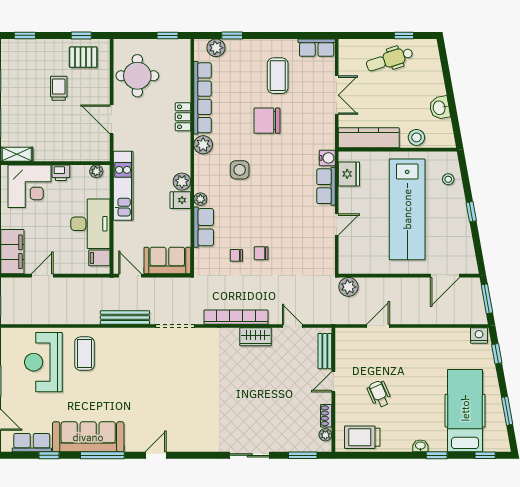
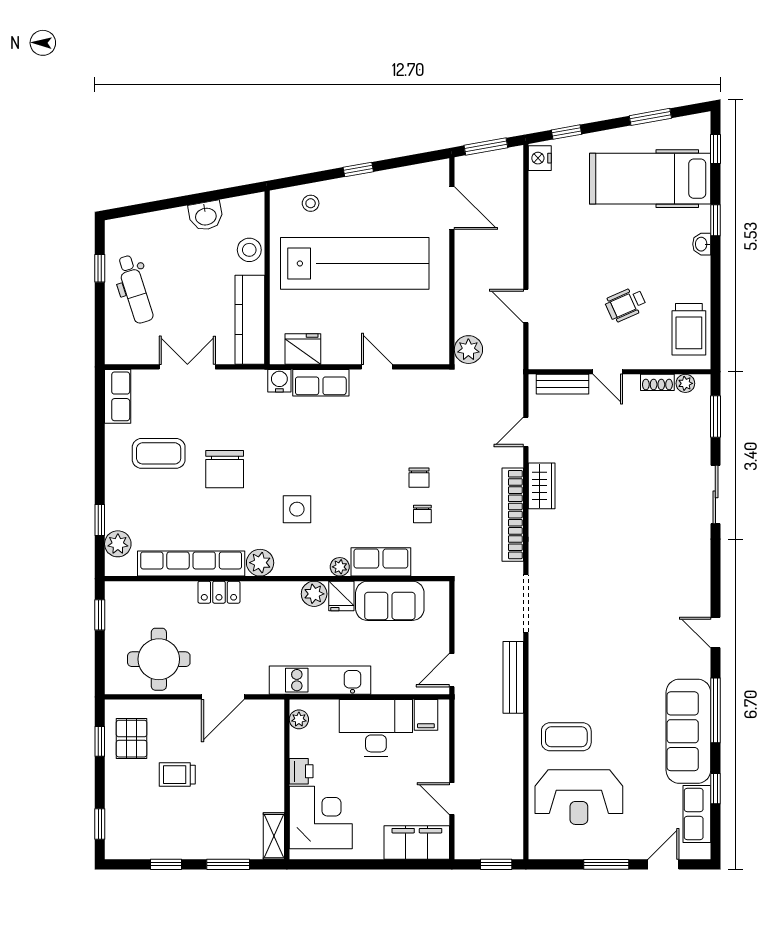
sofa: (167, 260) -> (390, 601), moved, turned -90

